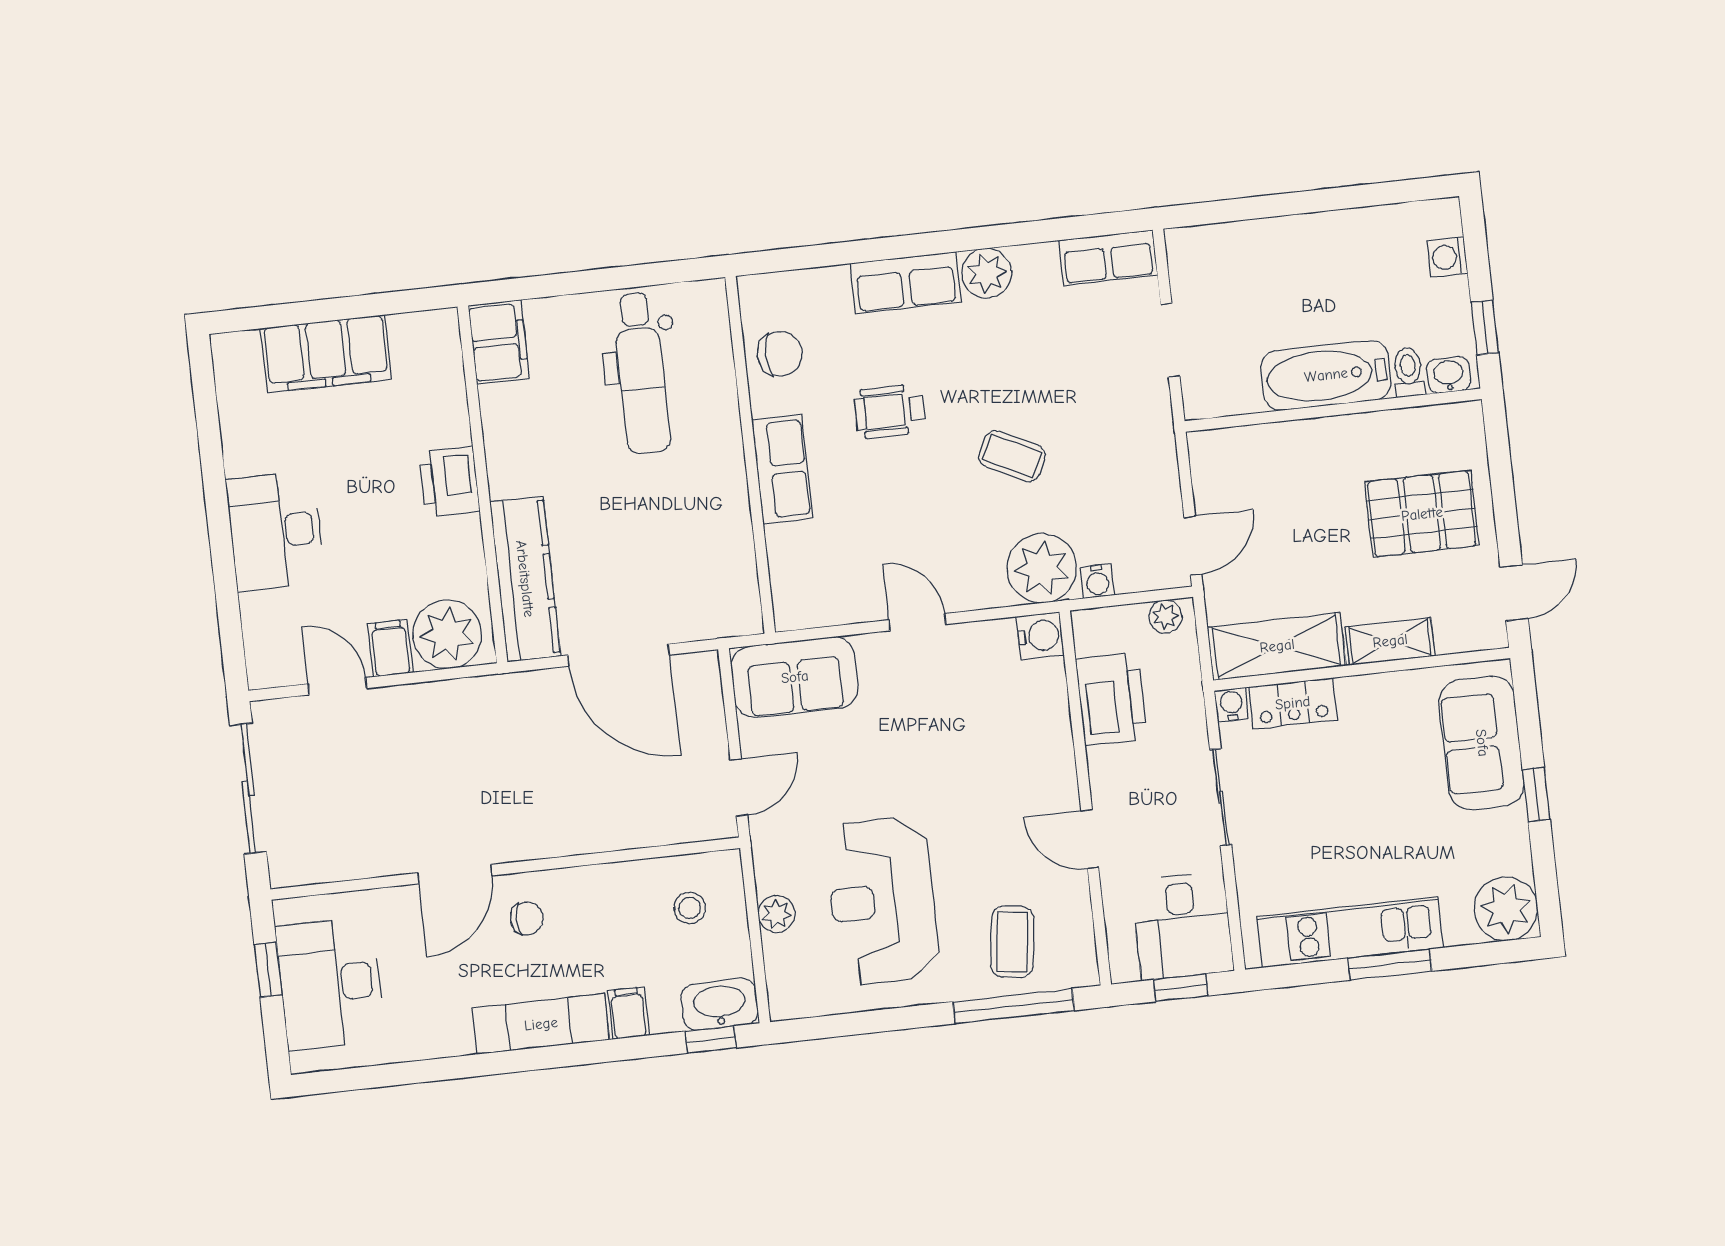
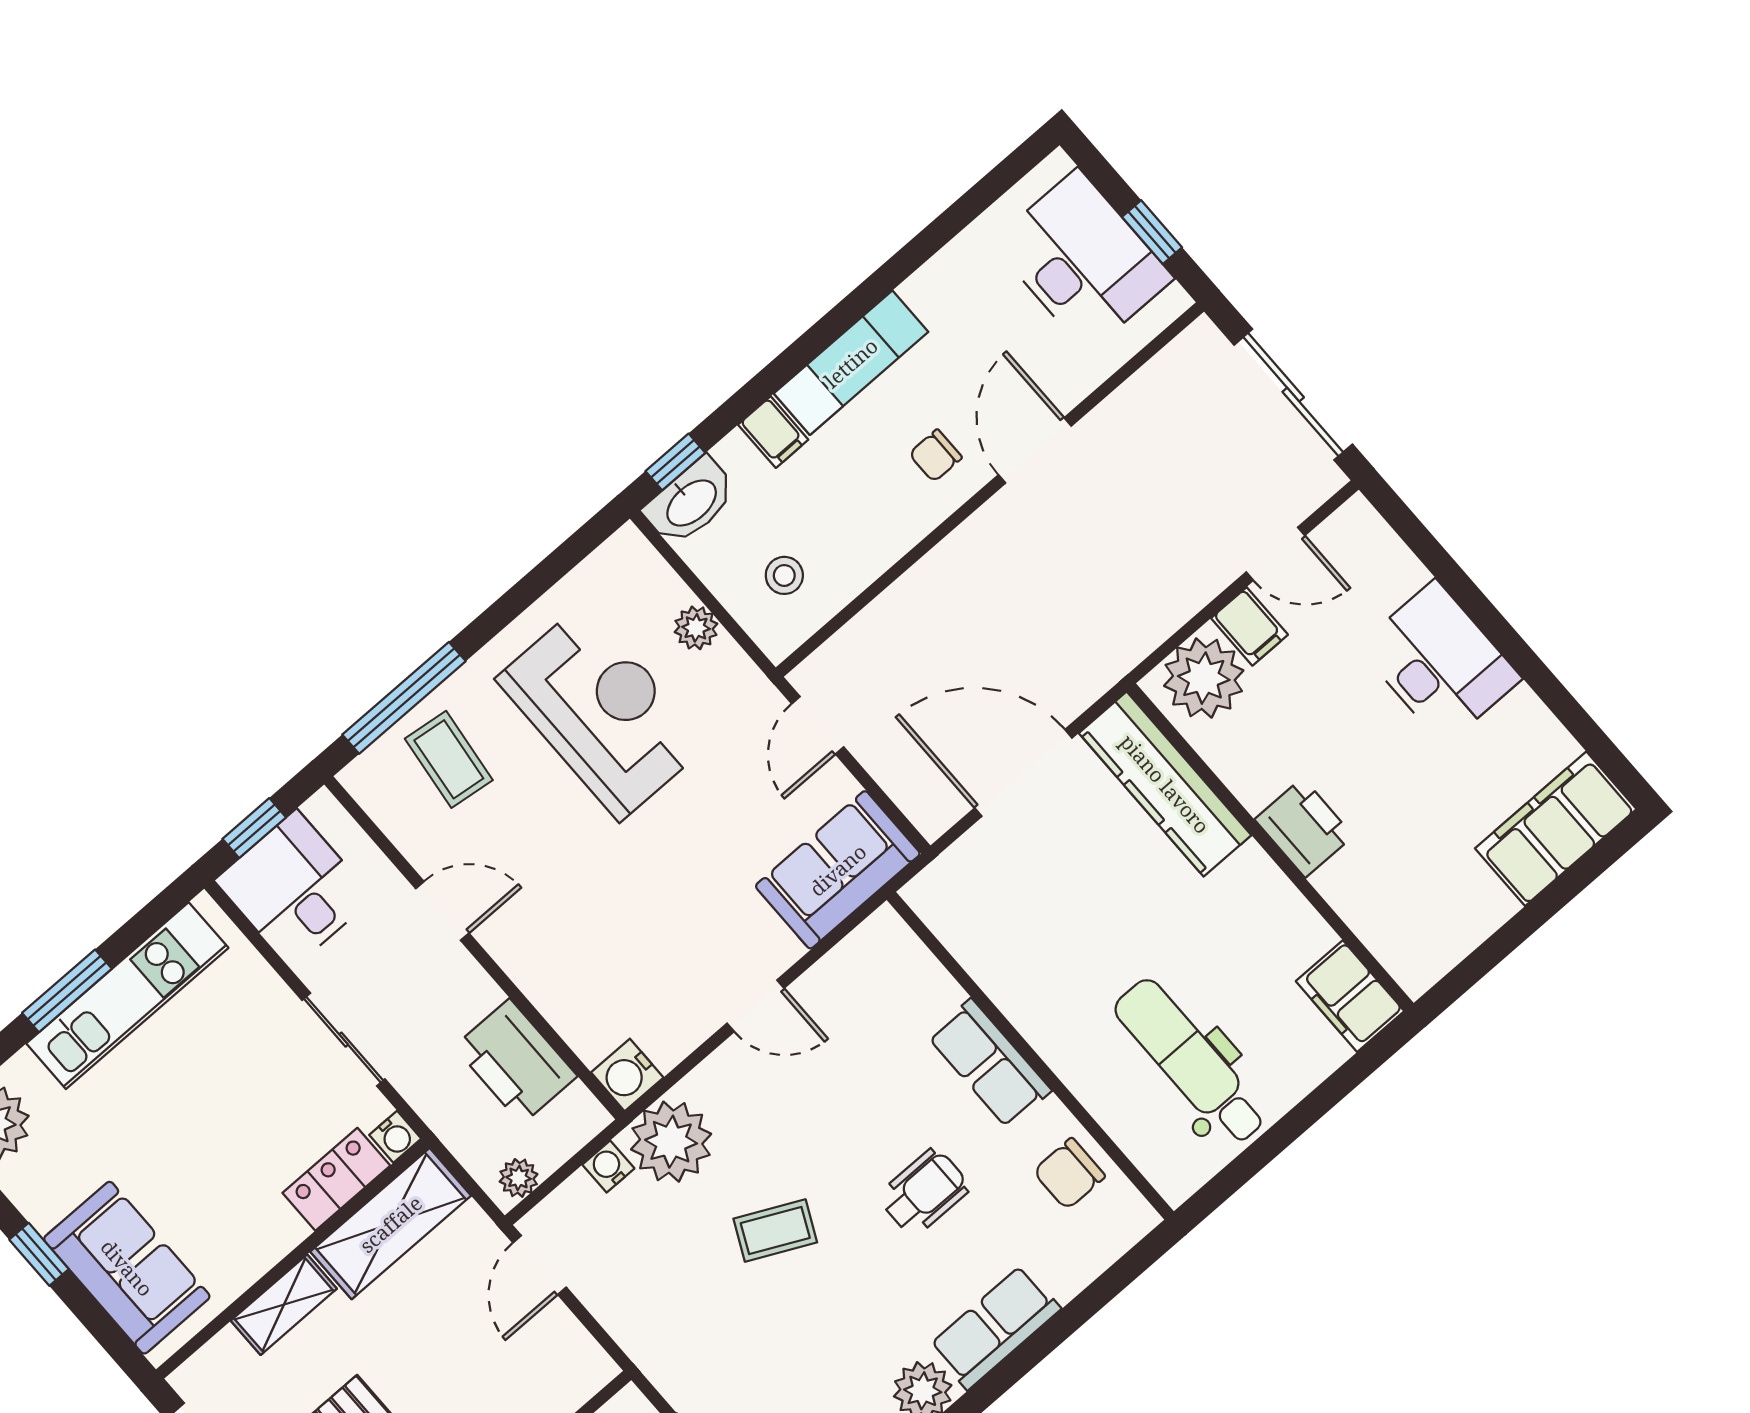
filing cabinet: (326, 354) -> (1556, 829), moved

